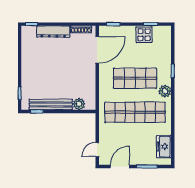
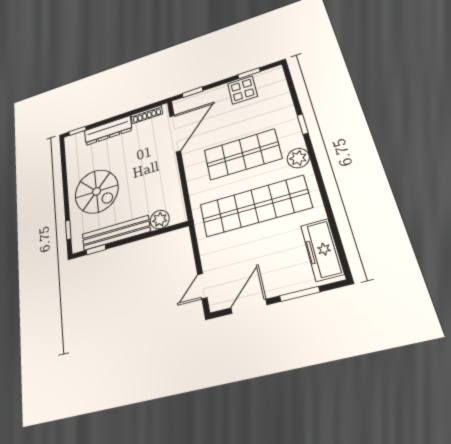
spiral stairs: (41, 73) -> (97, 191), added
freezer: (164, 147) -> (322, 250), width x1.40

